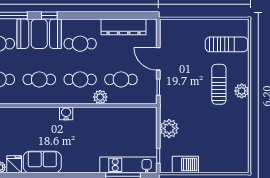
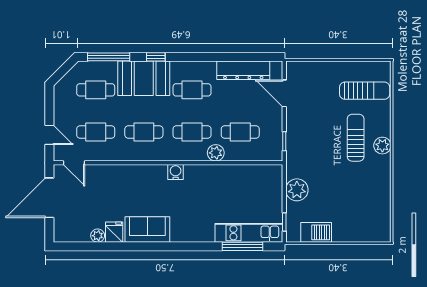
door: (158, 59) -> (284, 93), moved

